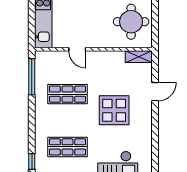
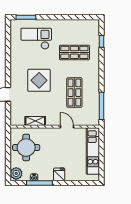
shelving: (139, 57) -> (35, 121), moved
shop shelf: (68, 94) -> (74, 93), turned 90

